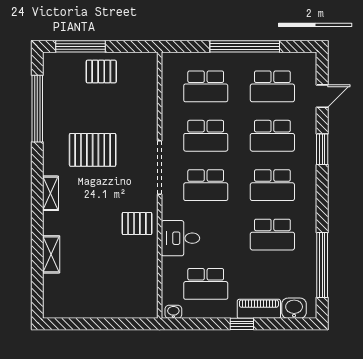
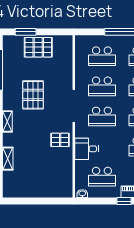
window: (81, 46) -> (26, 32), width x0.69
pallet: (101, 72) -> (38, 47), width x1.50, depth x1.42
pallet: (93, 150) -> (33, 95), turned 90

